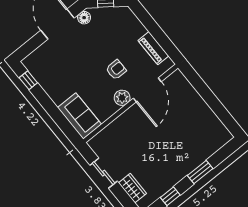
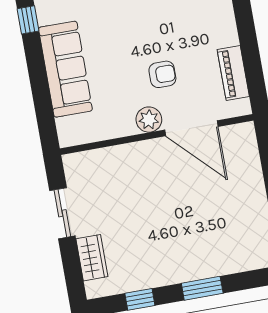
door: (147, 90) -> (191, 128), hinge flipped
sofa: (79, 116) -> (65, 69), moved, width x1.36

